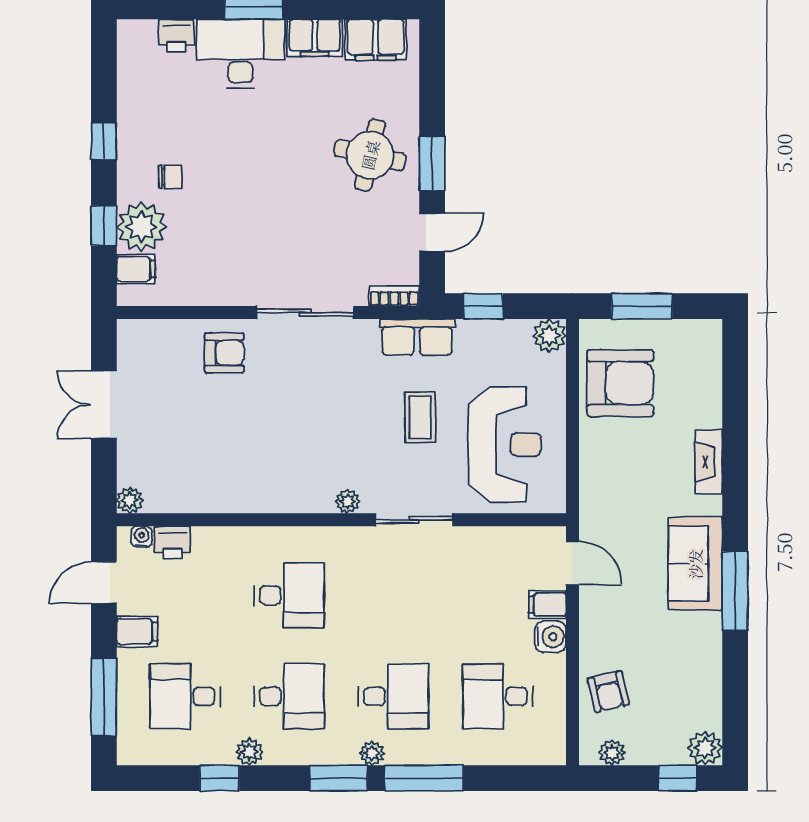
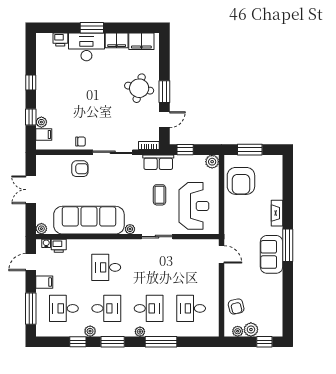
chair: (170, 177) -> (81, 142), moved
plant: (141, 227) -> (41, 122), width x0.53, depth x0.53
armchair: (620, 383) -> (241, 181), turned 90
sofa: (247, 479) -> (89, 220), added
window: (735, 591) -> (288, 245), moved
desk: (289, 595) -> (106, 267), turned 180
filing cabinet: (547, 604) -> (211, 271), removed
water cooler: (550, 637) -> (213, 284), removed
plant: (705, 748) -> (251, 330), moved
window: (338, 778) -> (113, 342), moved

